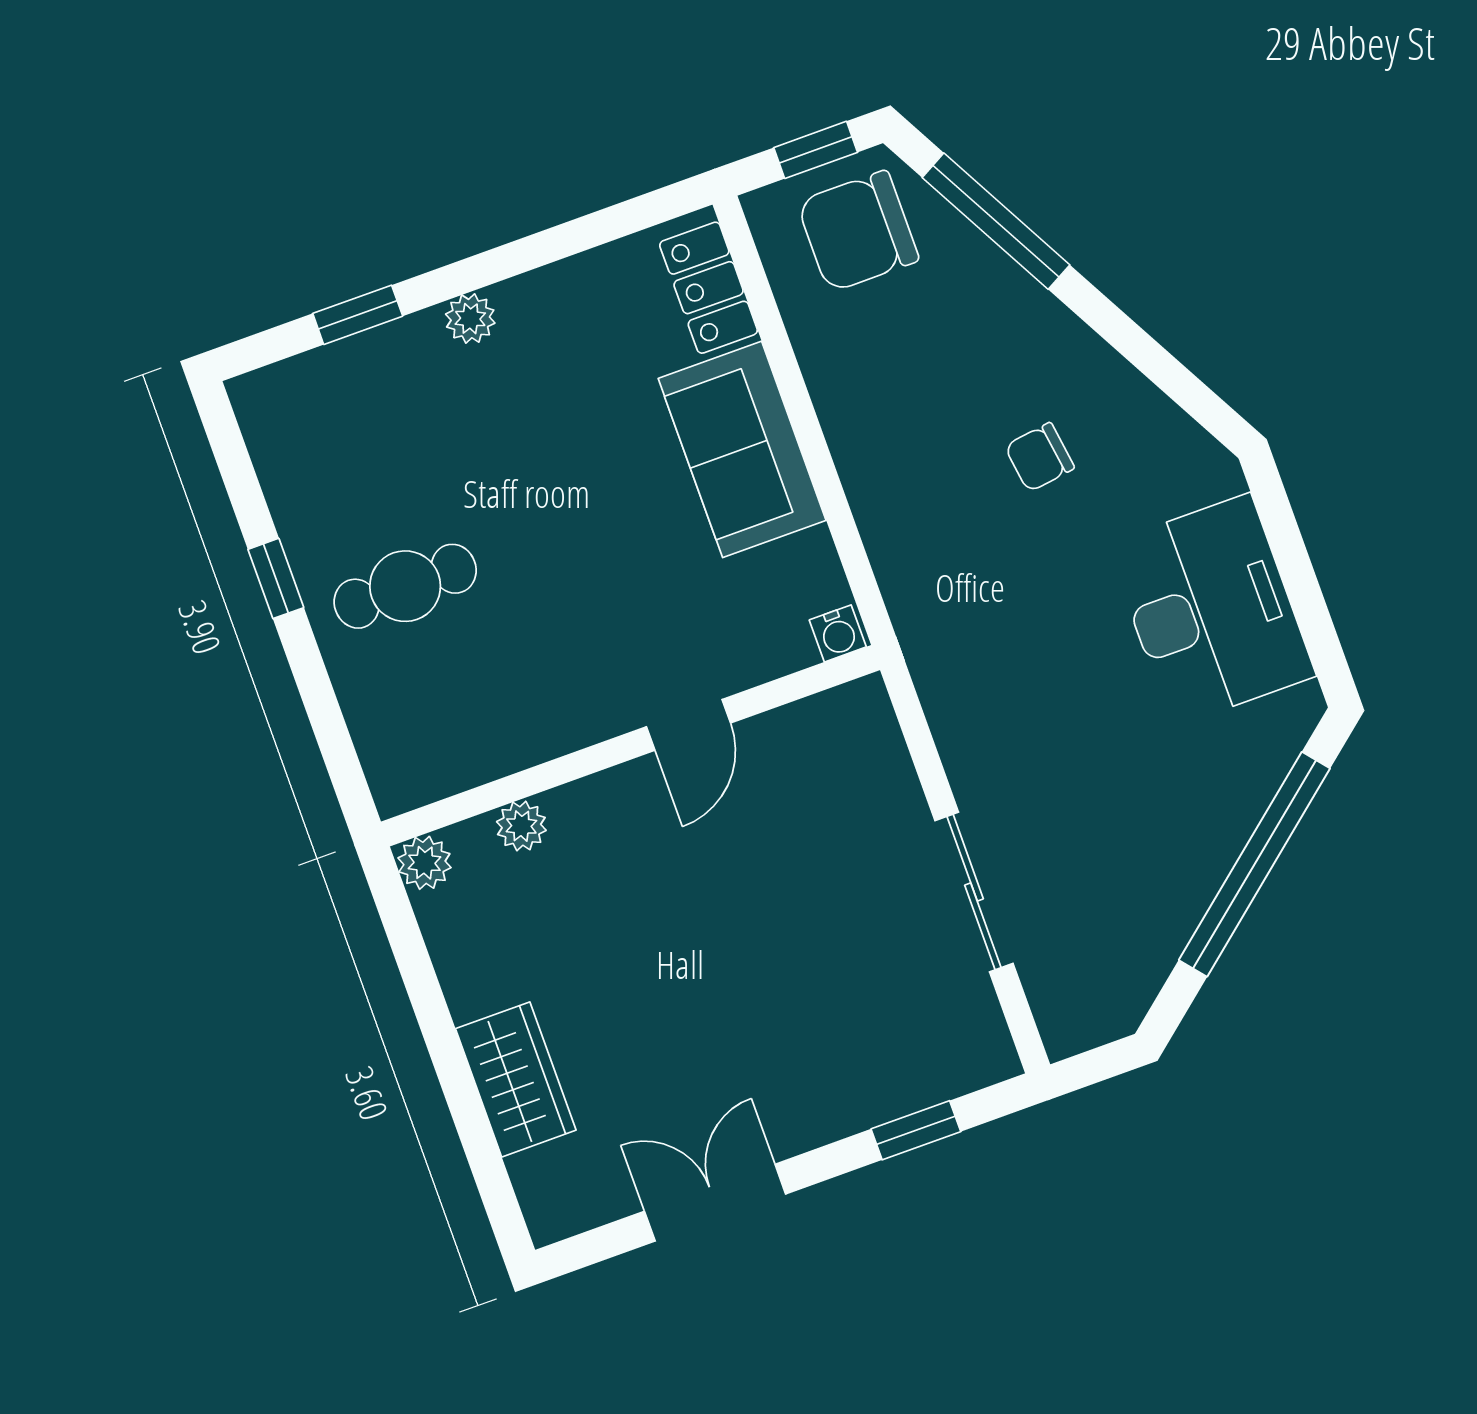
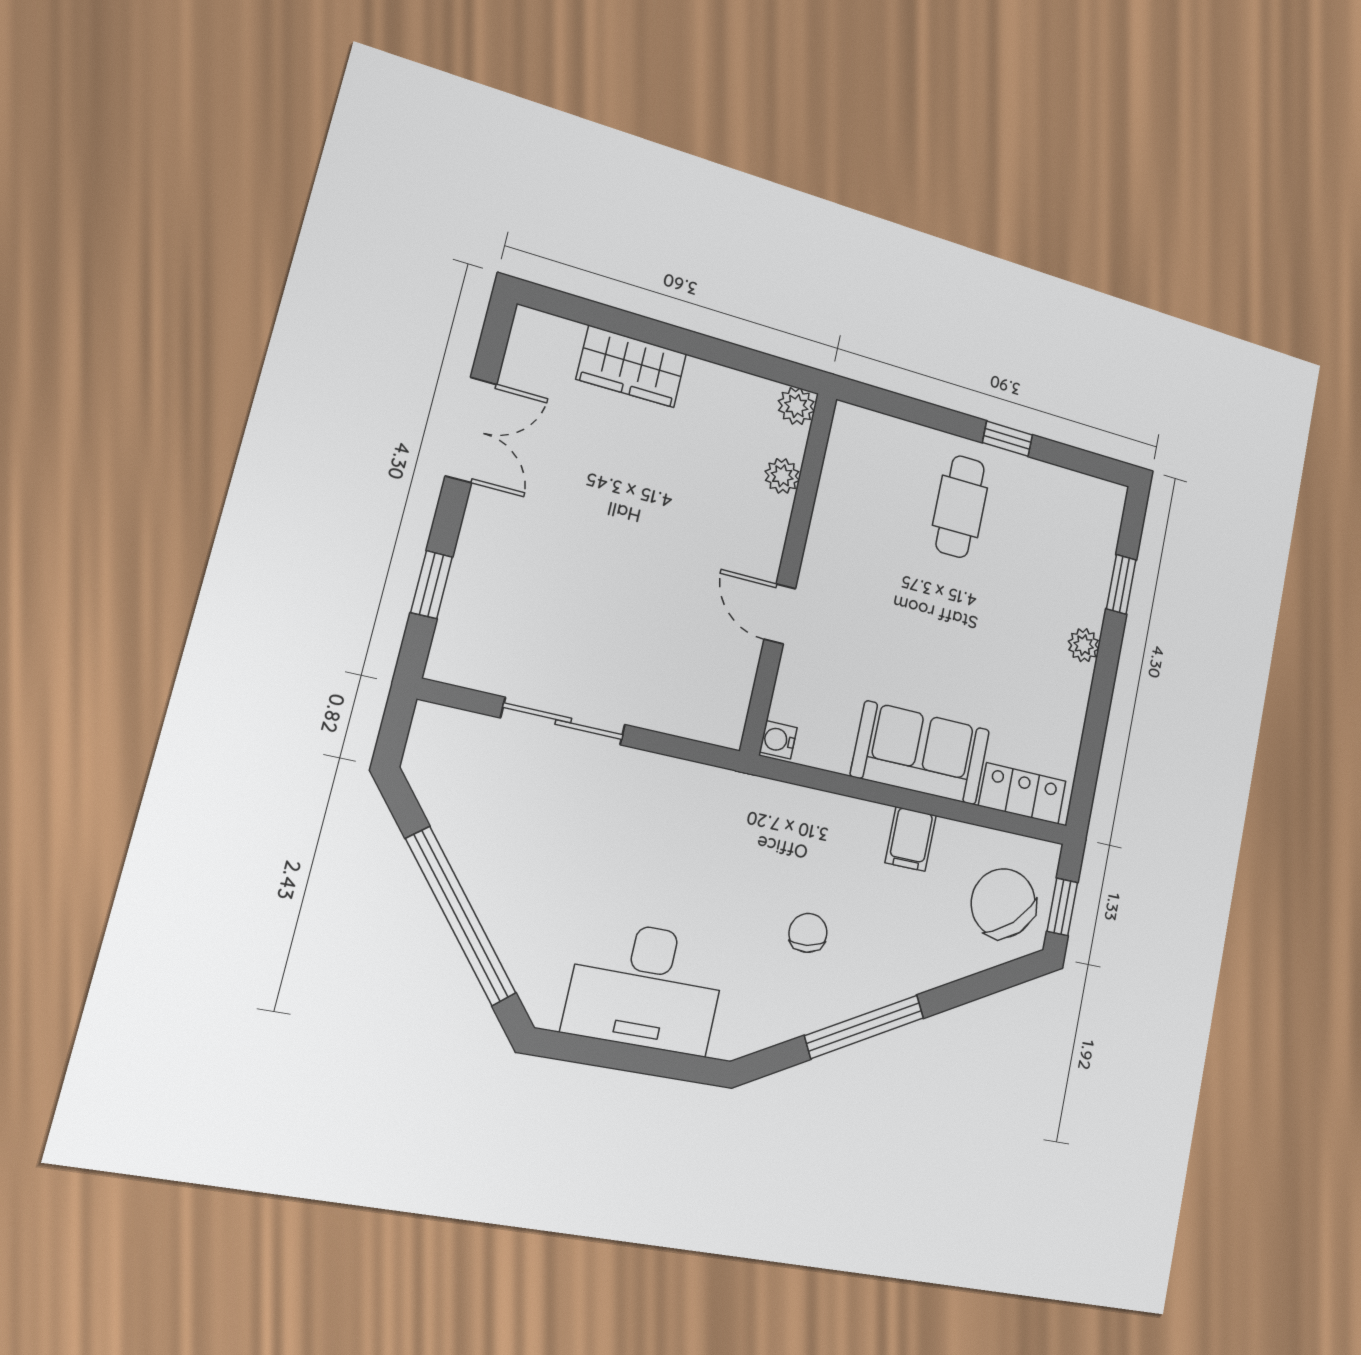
window: (996, 221) -> (864, 1027), moved
chair: (858, 231) -> (1003, 903), turned -42
filing cabinet: (853, 398) -> (911, 839), added

